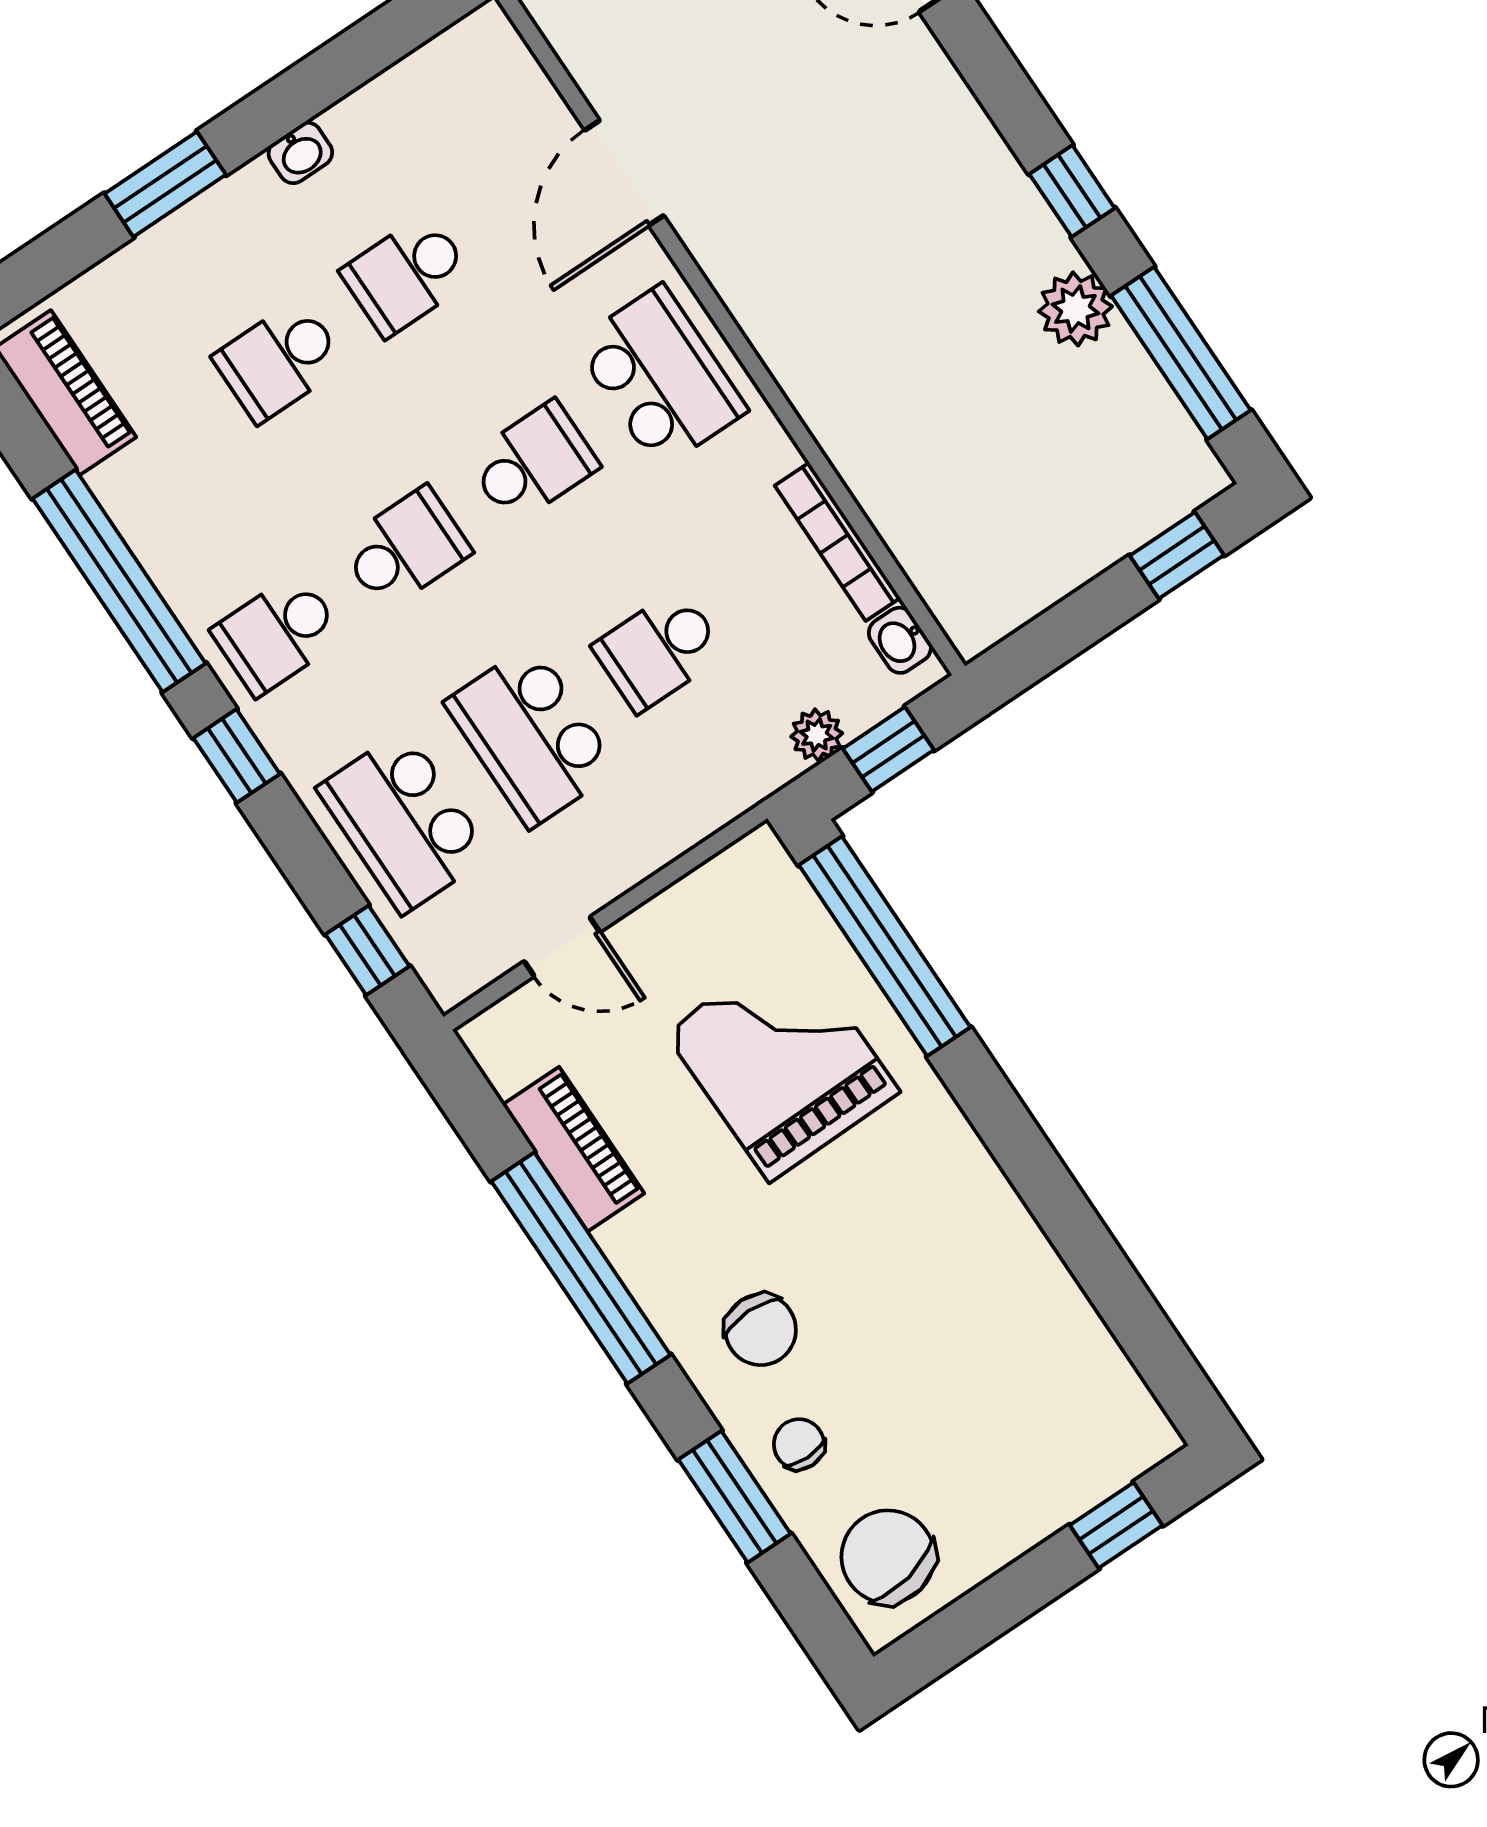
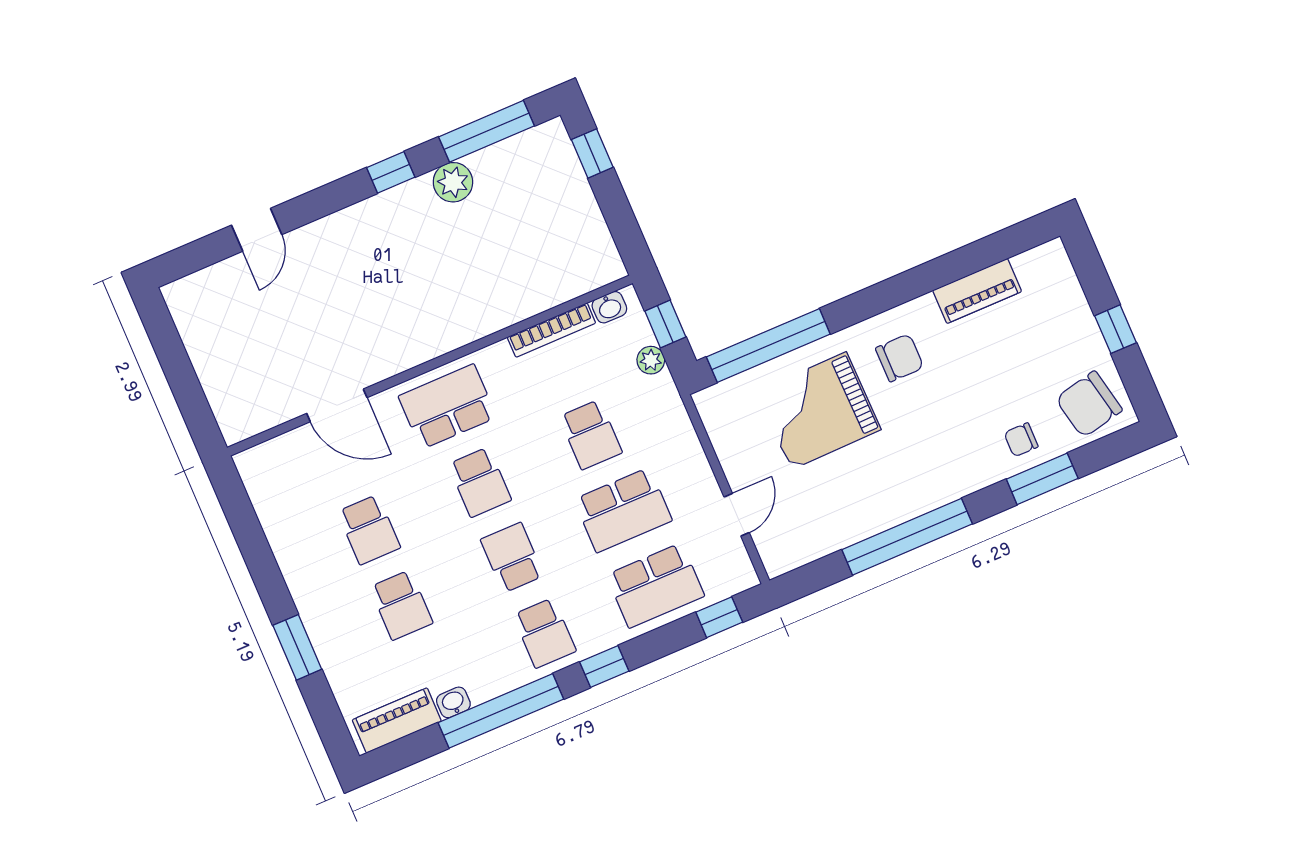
washbasin: (300, 153) -> (453, 702), moved, turned -90
school desk: (533, 463) -> (480, 482), turned 180
piano: (573, 1149) -> (977, 291), moved, turned 180
chair: (761, 1330) -> (900, 358), moved
window: (1116, 1525) -> (1115, 329), moved

